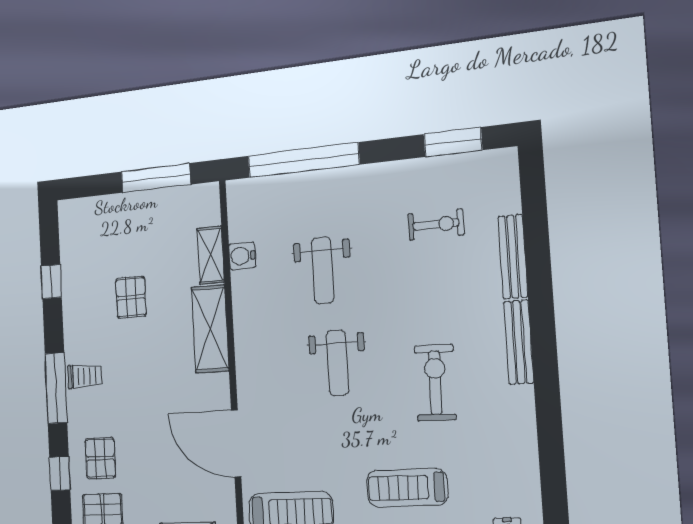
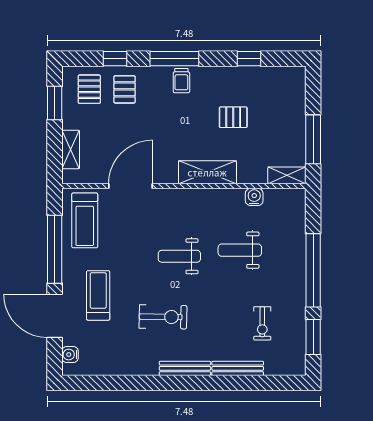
window: (303, 160) -> (313, 270), moved
shelving: (211, 255) -> (287, 175), moved
pallet: (100, 458) -> (125, 89), turned 90

